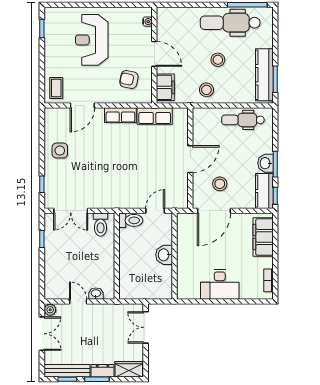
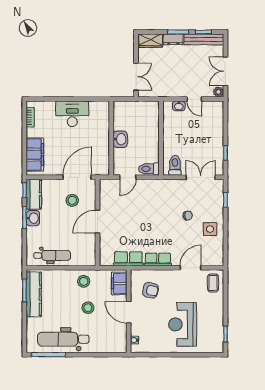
dental chair: (230, 23) -> (63, 339), turned 180
reception desk: (92, 40) -> (183, 324), turned 180
stool: (218, 60) -> (88, 308), moved
chair: (86, 166) -> (188, 216), added

